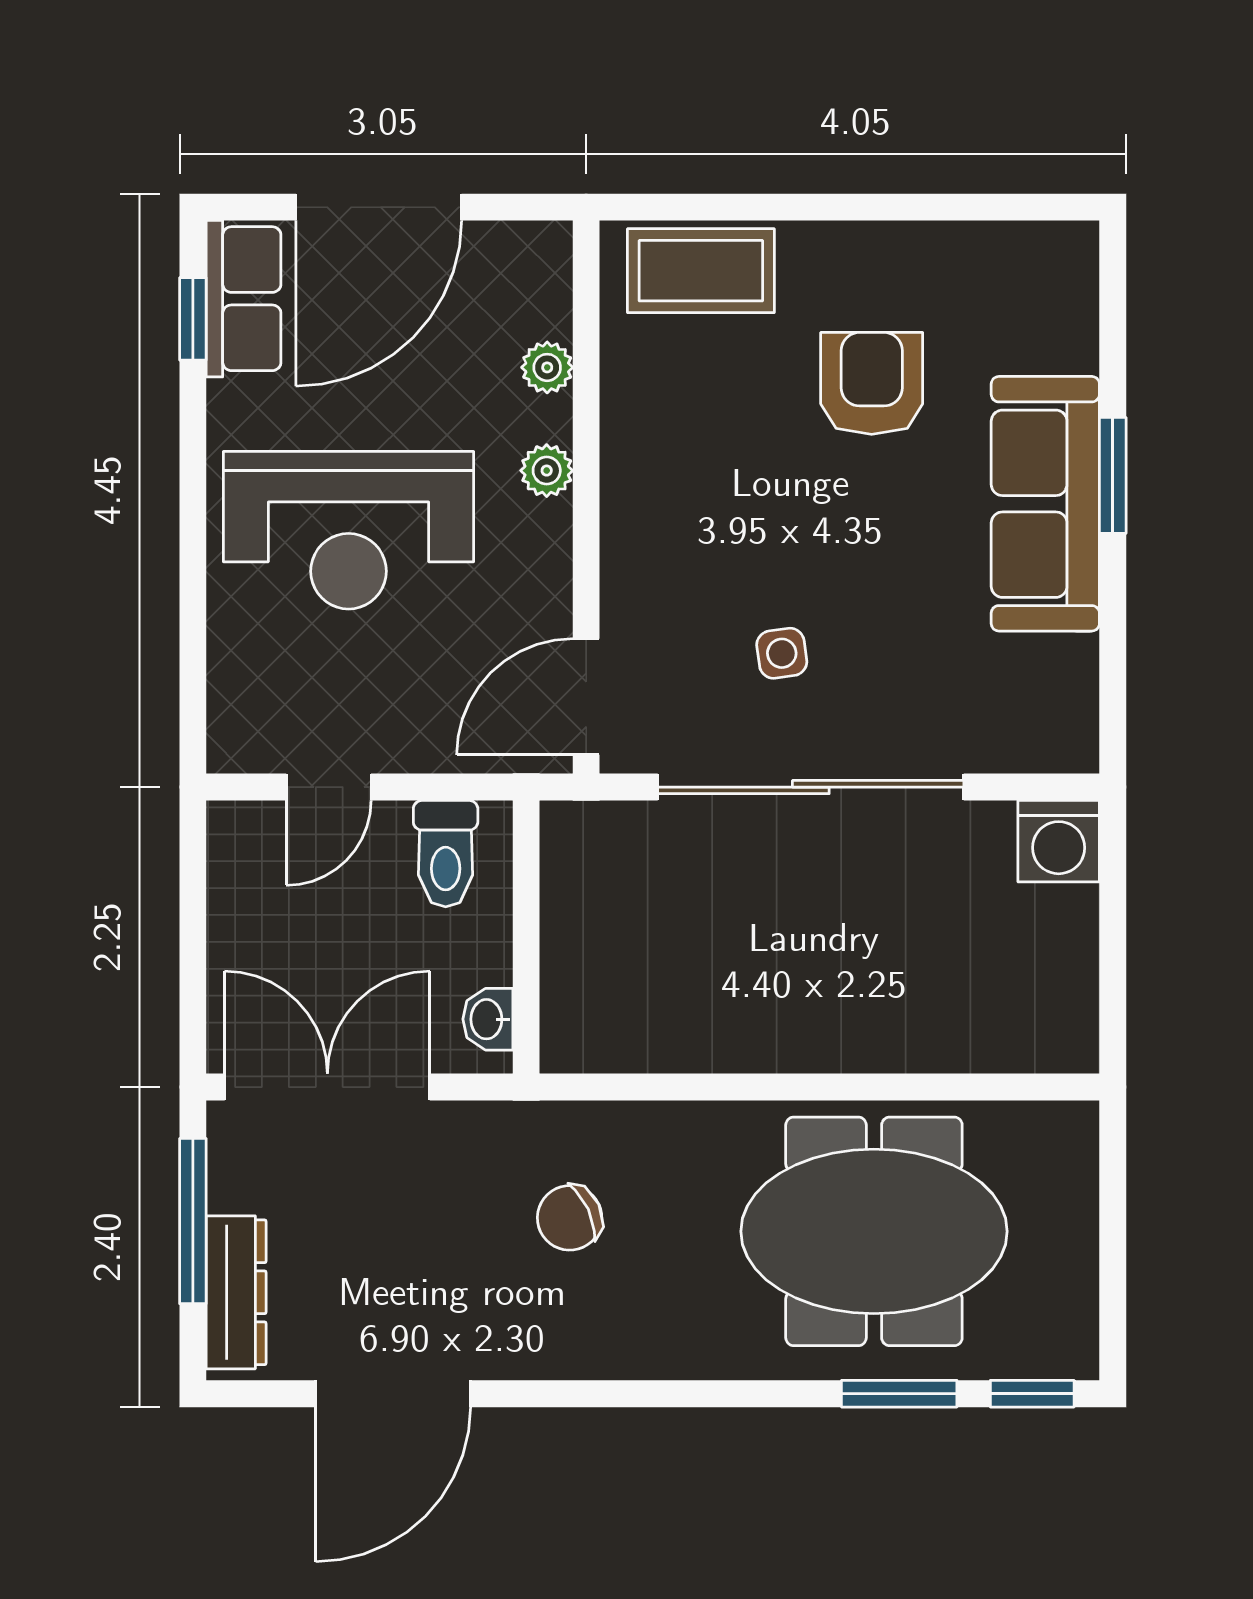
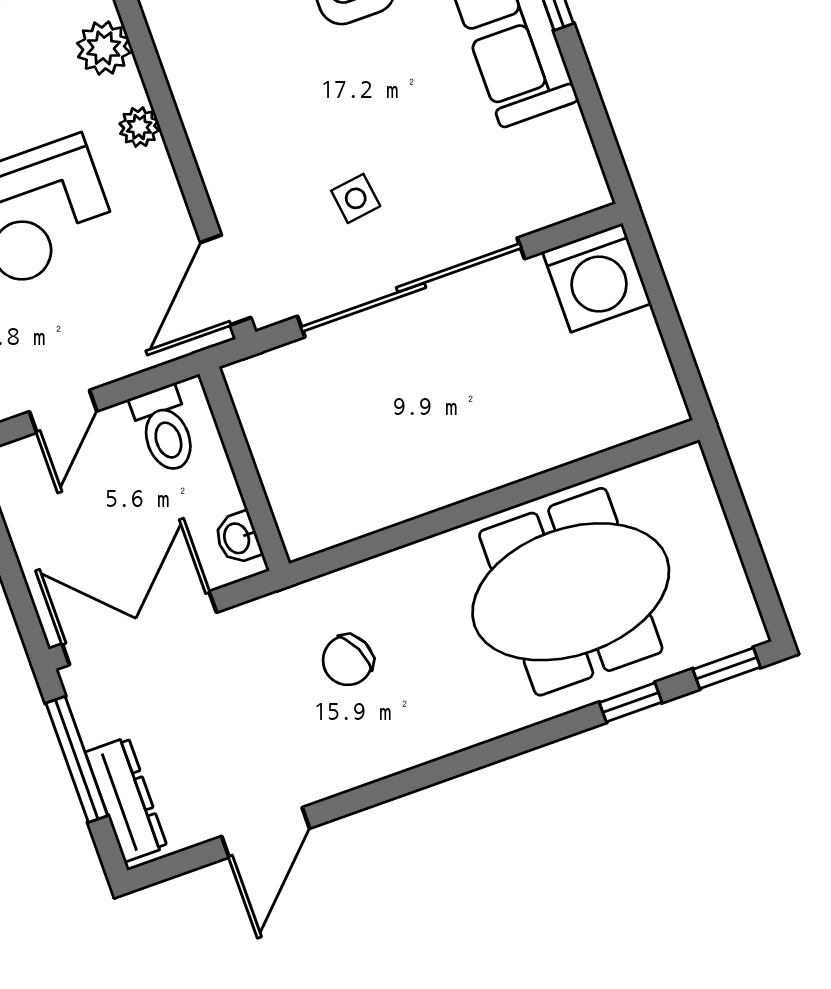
plant: (547, 367) -> (104, 48), width x1.38, depth x1.38
washing machine: (1059, 841) -> (597, 278), width x1.37, depth x1.37
door: (393, 1394) -> (266, 832), width x0.73
window: (899, 1394) -> (631, 702), width x0.67

